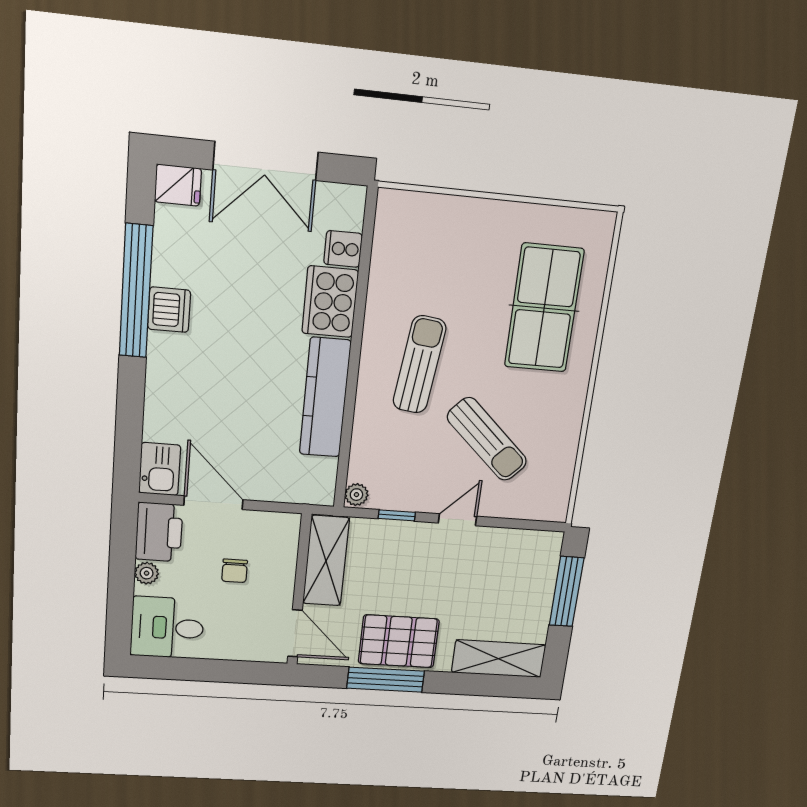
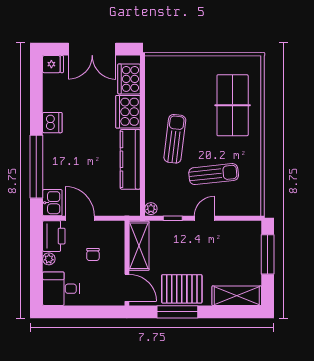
cooker: (343, 249) -> (129, 79), width x1.87, depth x1.31
window: (136, 291) -> (36, 167), moved
sun lounger: (487, 439) -> (214, 174), turned -49

